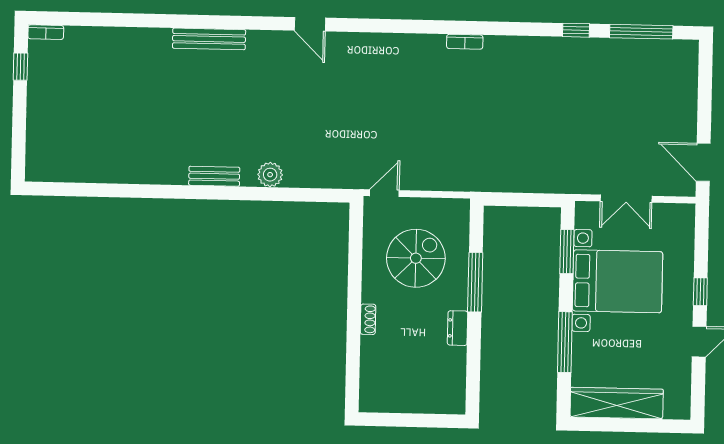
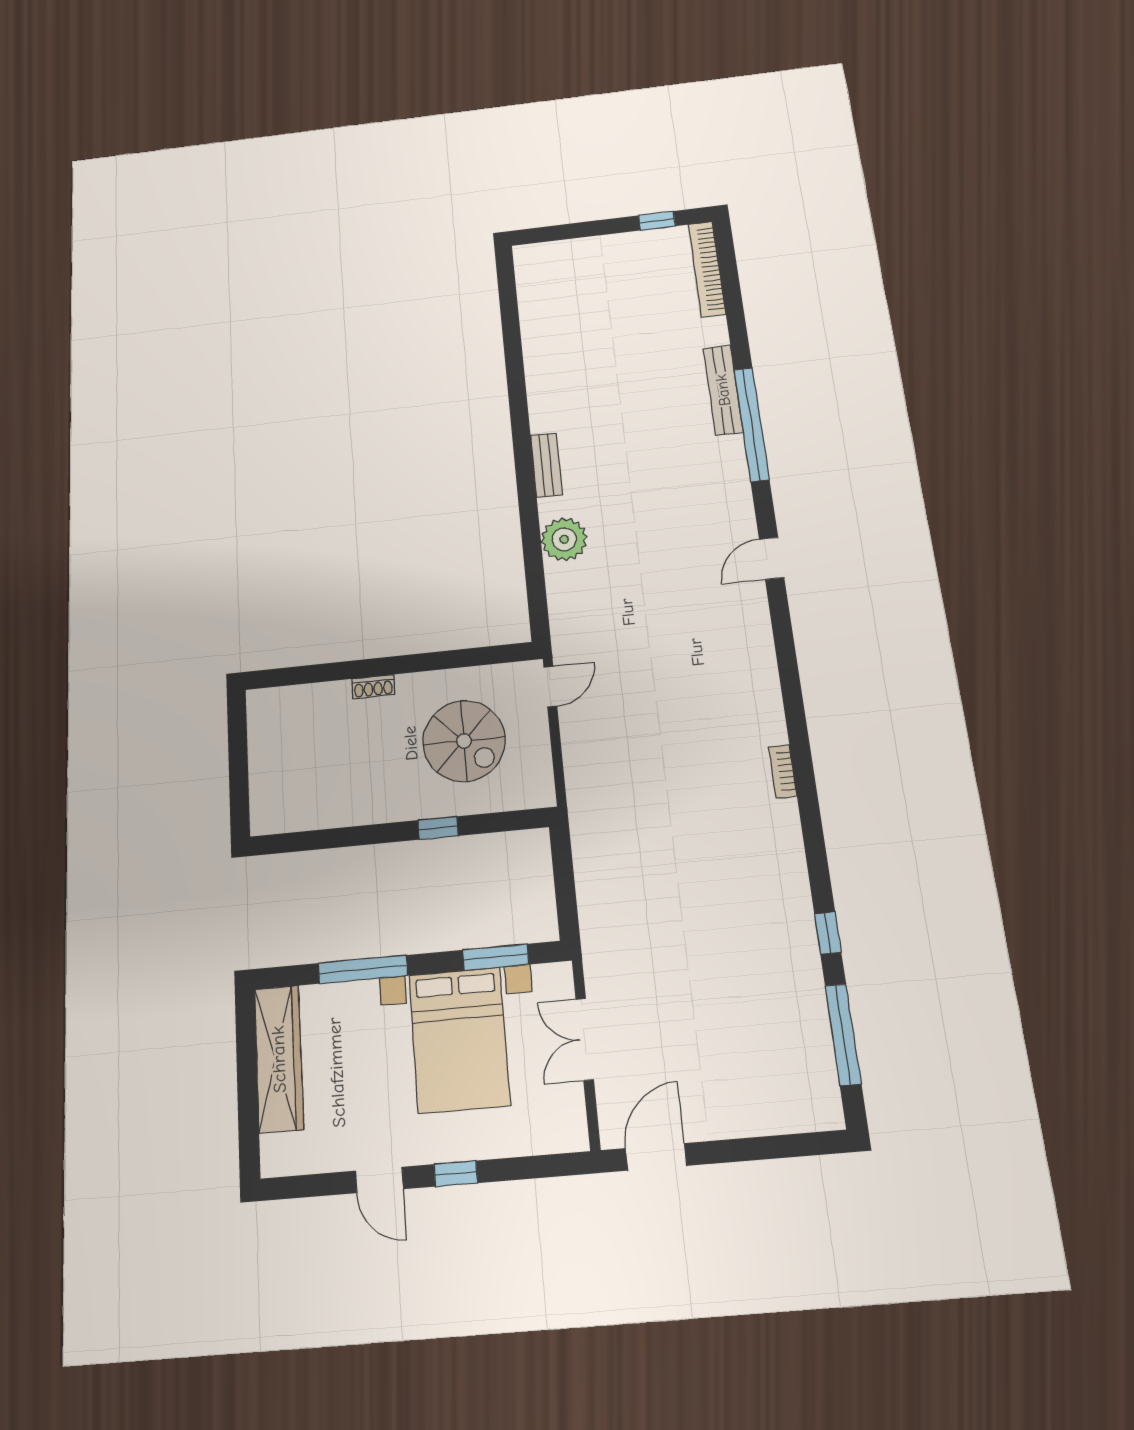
window: (203, 22) -> (751, 424), added
bookcase: (46, 32) -> (707, 269), width x2.31, depth x1.31
bench: (209, 39) -> (723, 390), moved
plant: (270, 175) -> (564, 539), width x1.36, depth x1.36
door: (384, 193) -> (550, 687), hinge flipped
window: (475, 282) -> (438, 828), width x0.46
dresser: (458, 328) -> (371, 811), removed

